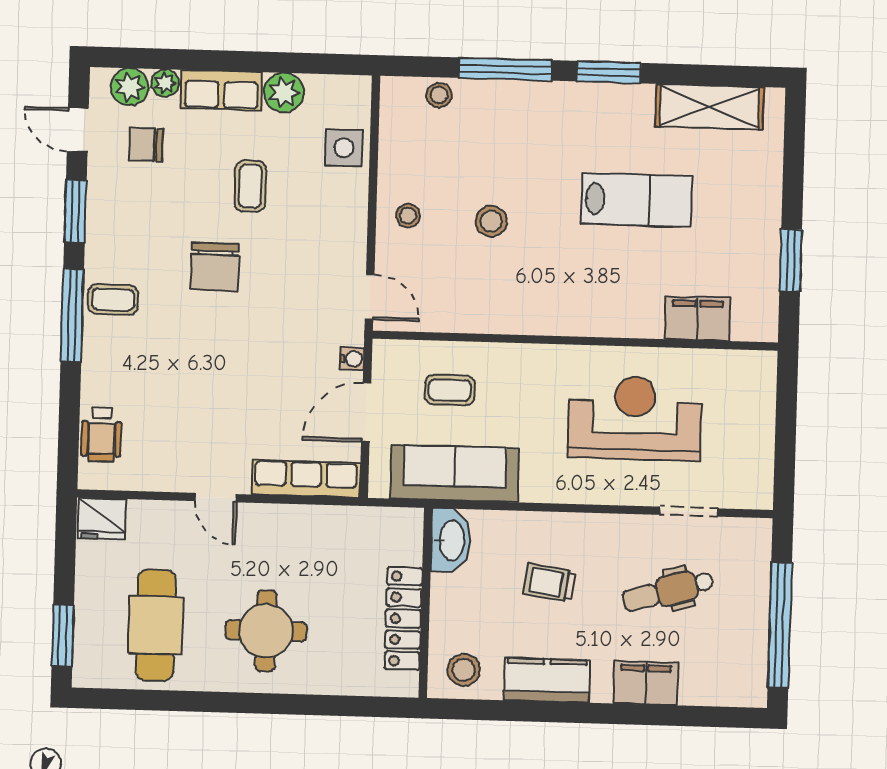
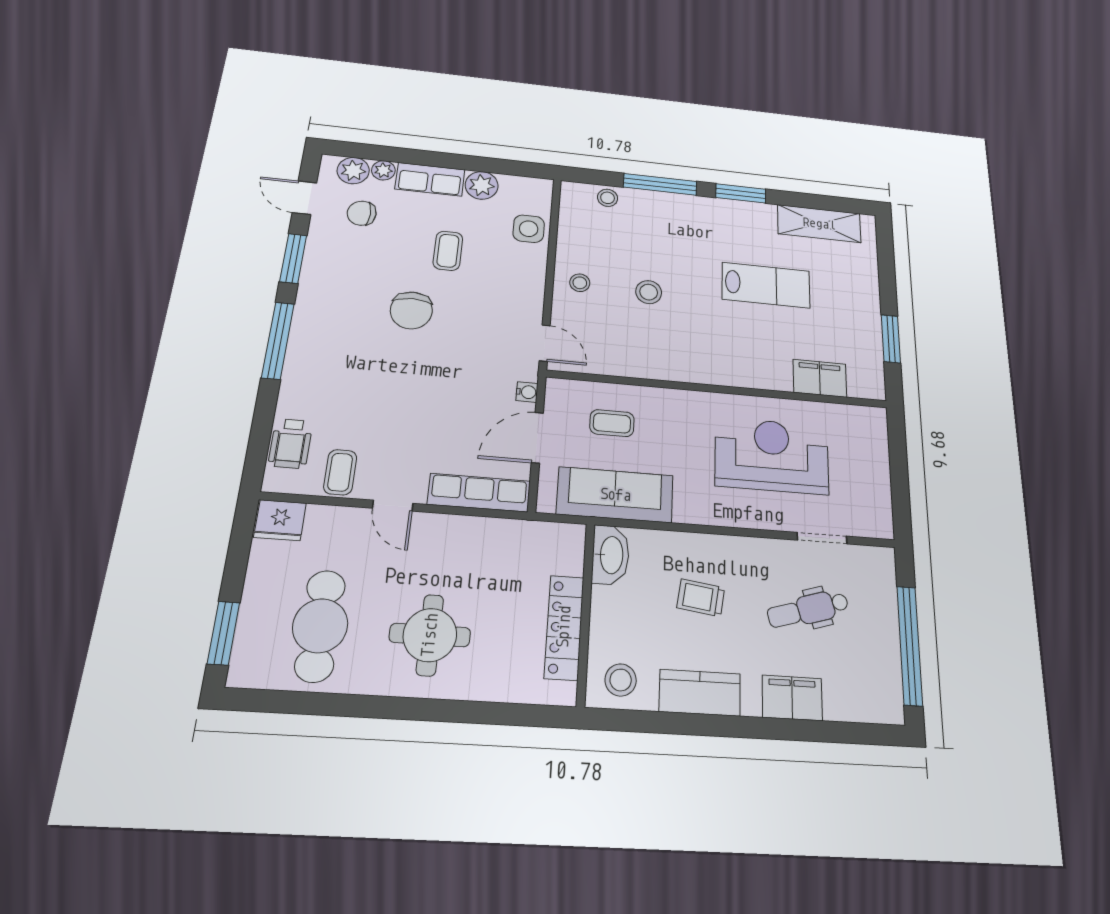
coffee table: (113, 300) -> (340, 472), moved, turned 90

